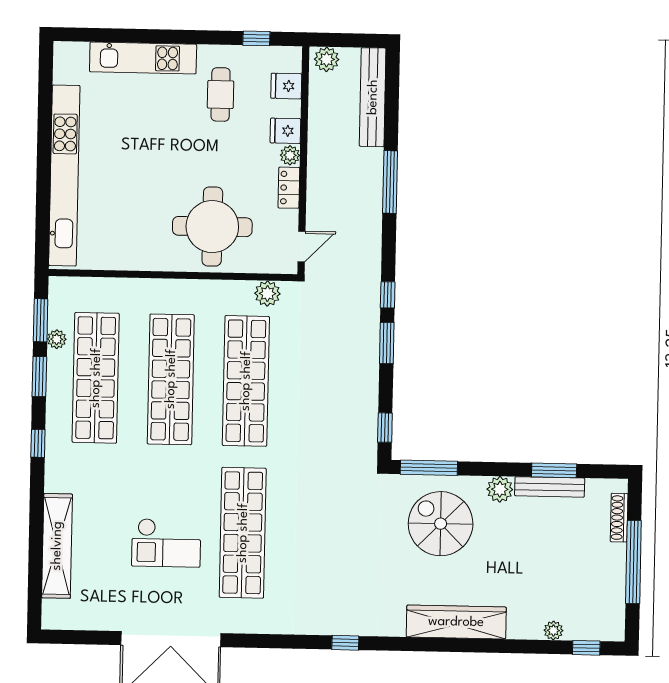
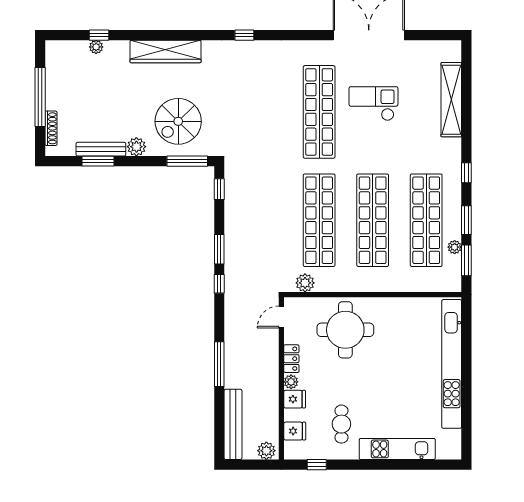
spiral stairs: (441, 524) -> (178, 121), turned 90
window: (586, 648) -> (99, 35), moved

